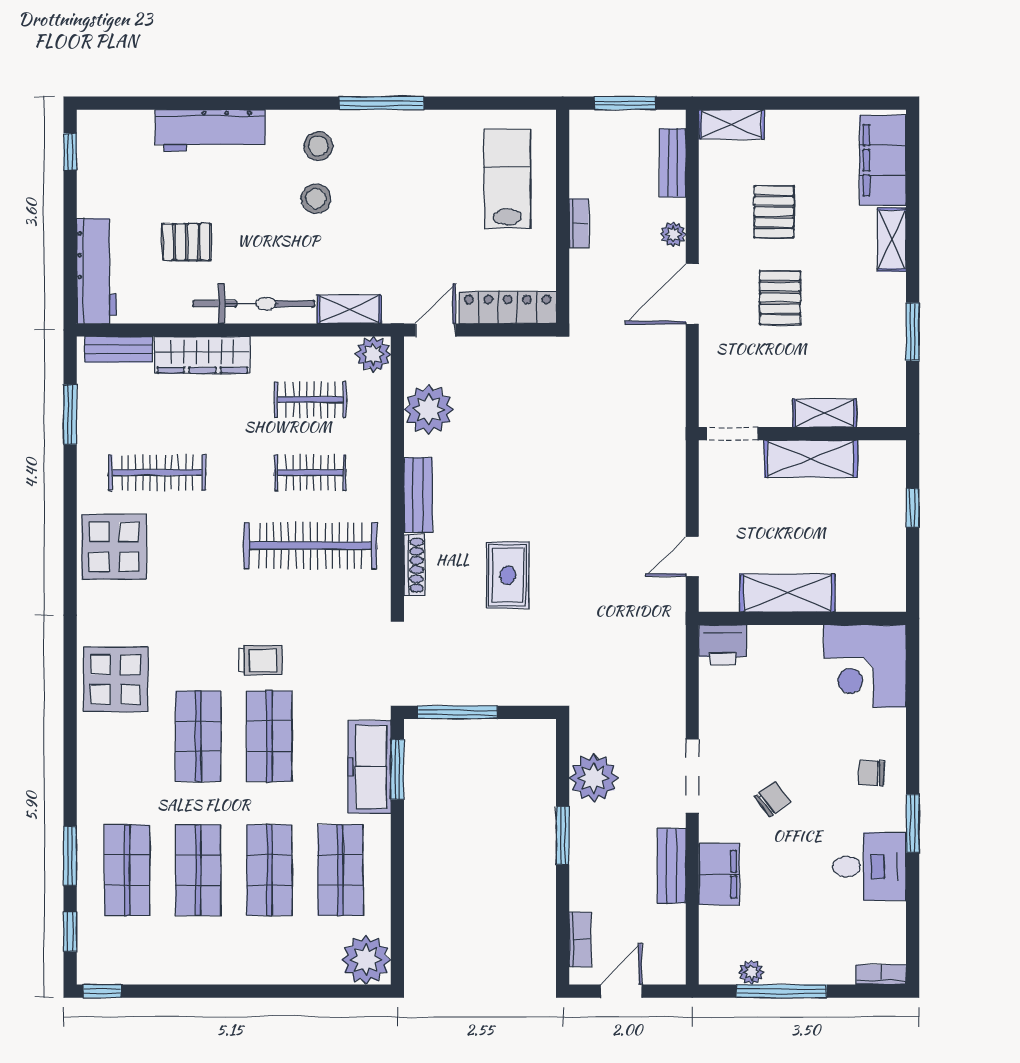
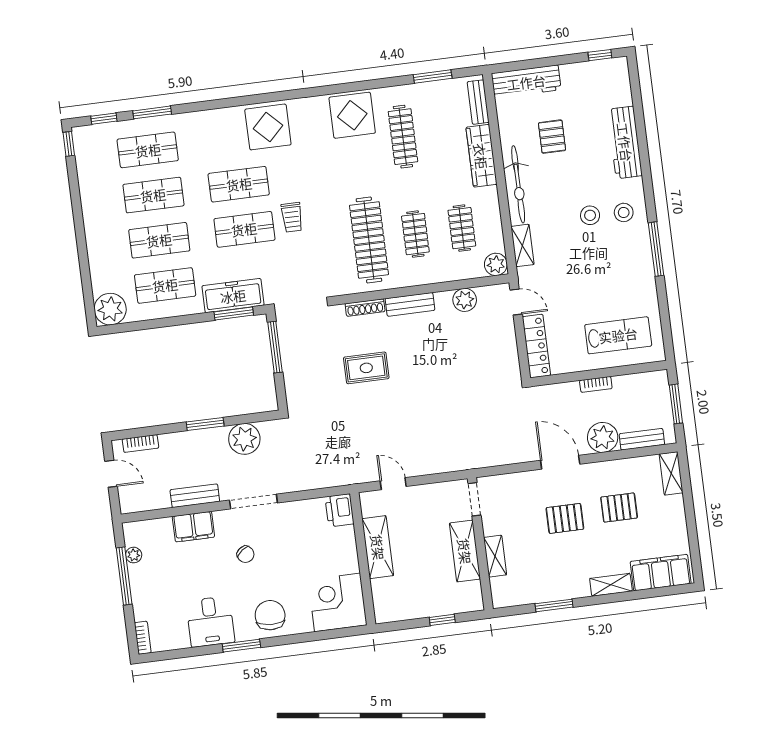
plant: (673, 234) -> (603, 437), width x1.87, depth x1.87
plant: (429, 409) -> (465, 300), width x0.73, depth x0.73
chair: (871, 773) -> (270, 615), width x1.87, depth x1.87

